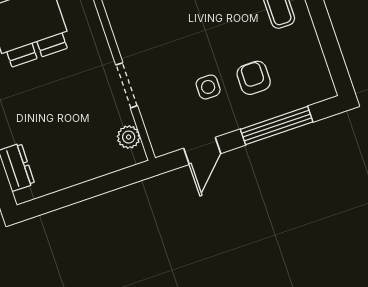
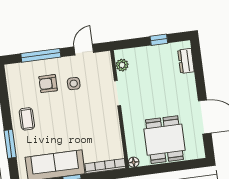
armchair: (254, 78) -> (48, 84), turned 90
window: (72, 195) -> (159, 40), added

